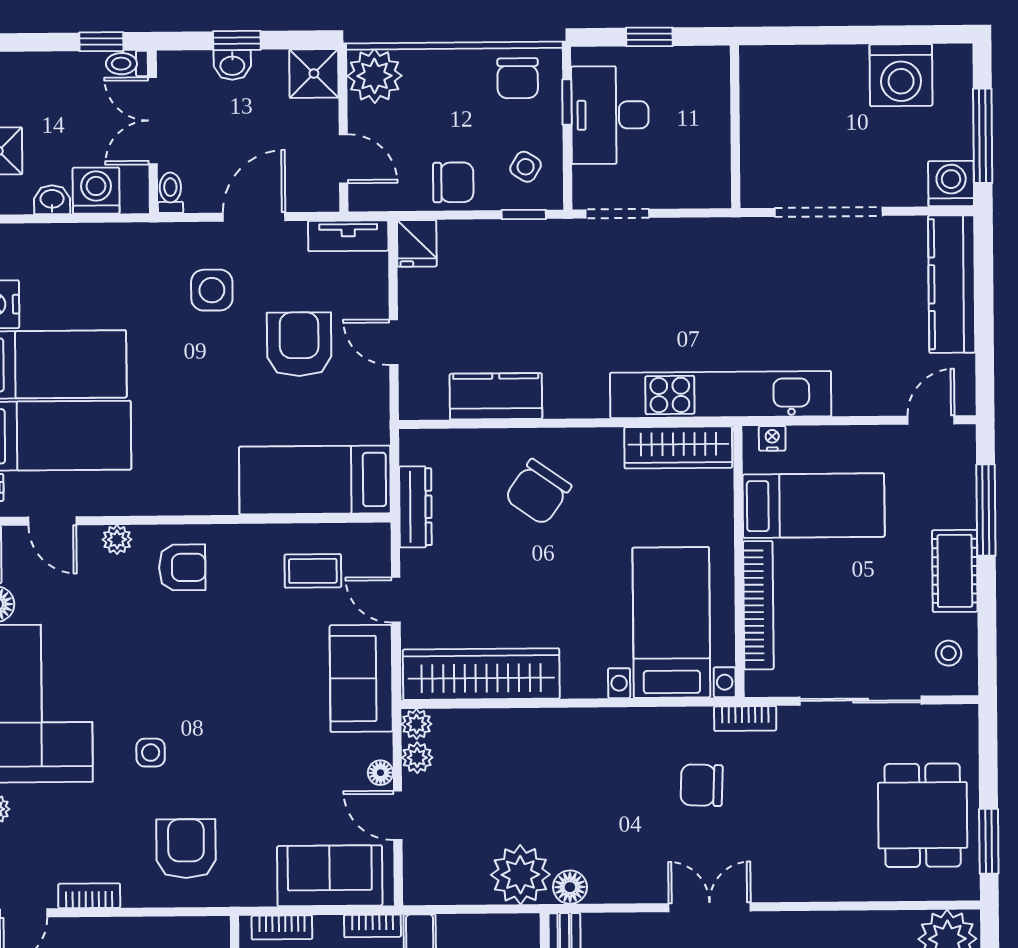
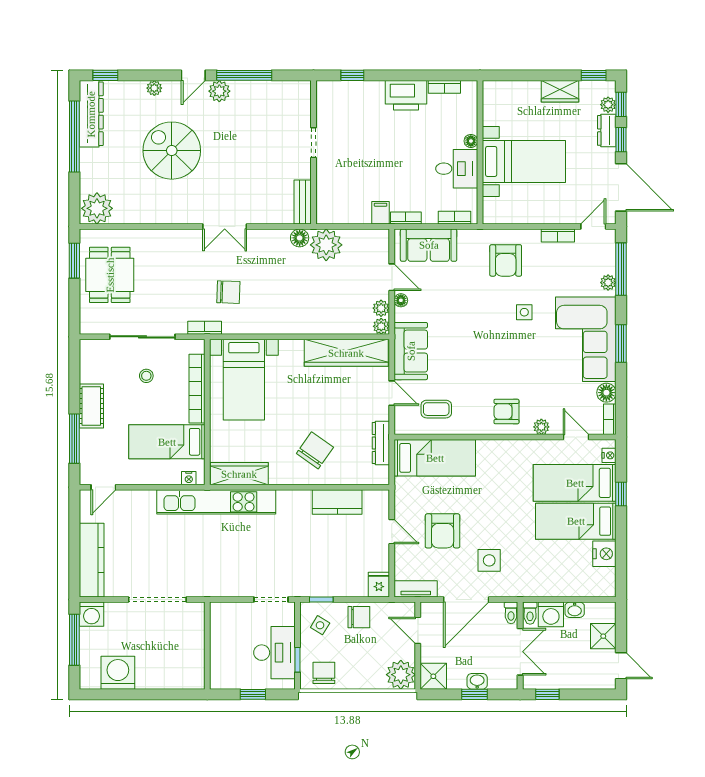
toilet: (127, 64) -> (530, 613), moved, turned 90
chair: (453, 182) -> (359, 617), turned 180
door: (254, 217) -> (466, 600), width x1.36
stool: (949, 653) -> (146, 376), moved

